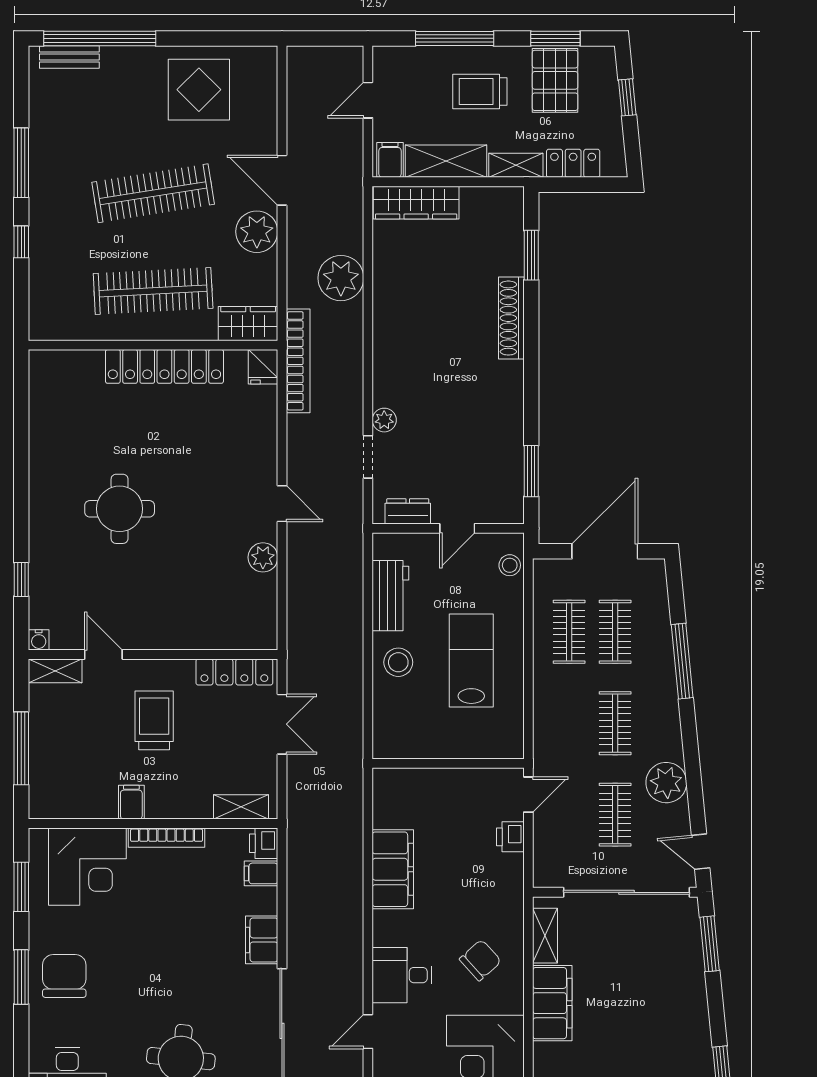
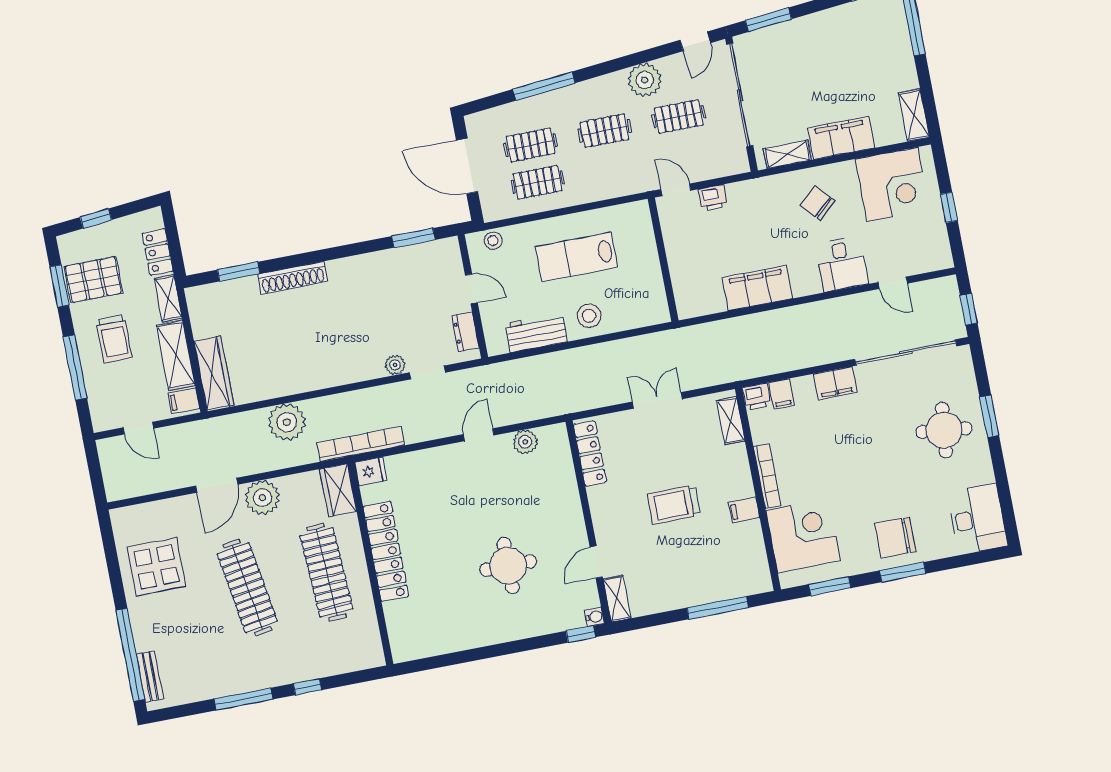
water cooler: (39, 640) -> (595, 617), moved
door: (103, 654) -> (596, 562), moved
wall: (153, 654) -> (588, 522), moved
shelving: (55, 671) -> (617, 599), moved
locker: (234, 672) -> (590, 453), moved

